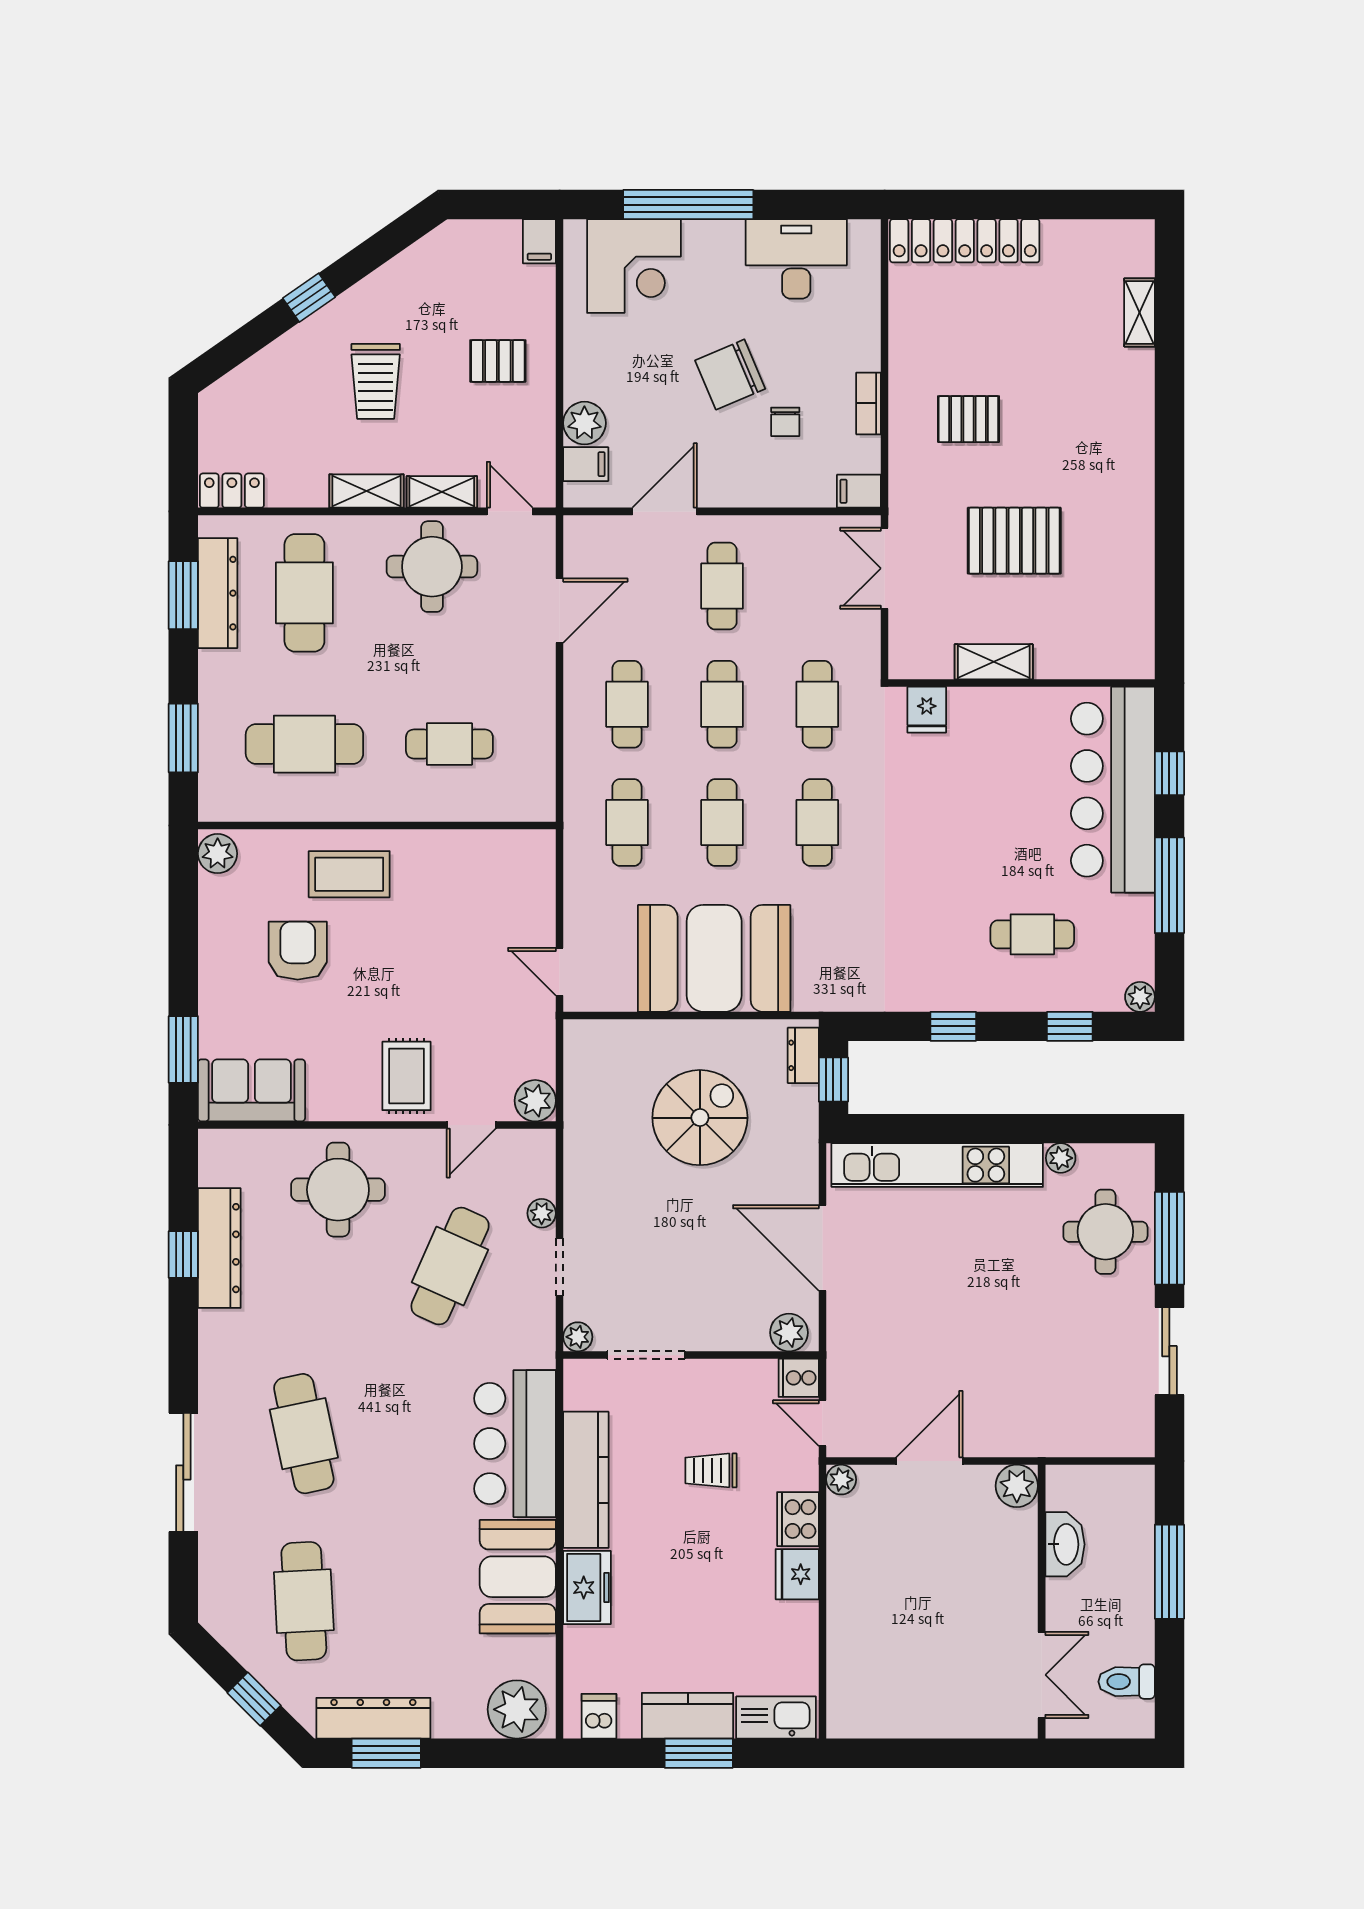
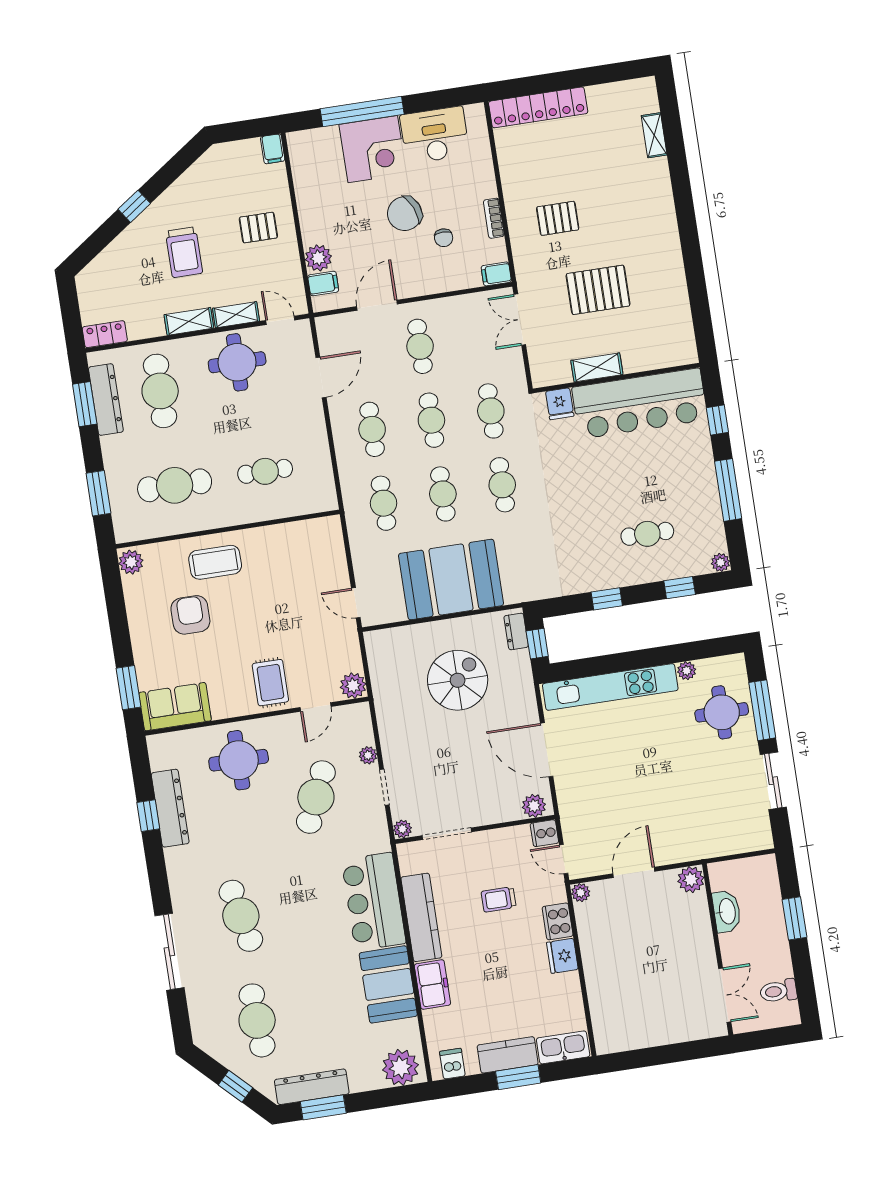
corner desk: (634, 266) -> (373, 149), moved
bar counter: (1113, 790) -> (640, 404), moved, turned -90
window: (1169, 1572) -> (795, 918), width x0.69

